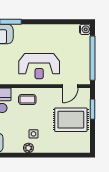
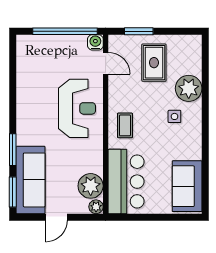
water cooler: (85, 29) -> (95, 42), moved
rug: (71, 120) -> (154, 63), width x0.73, depth x0.70
plant: (28, 148) -> (189, 88), moved, width x1.88, depth x1.88

